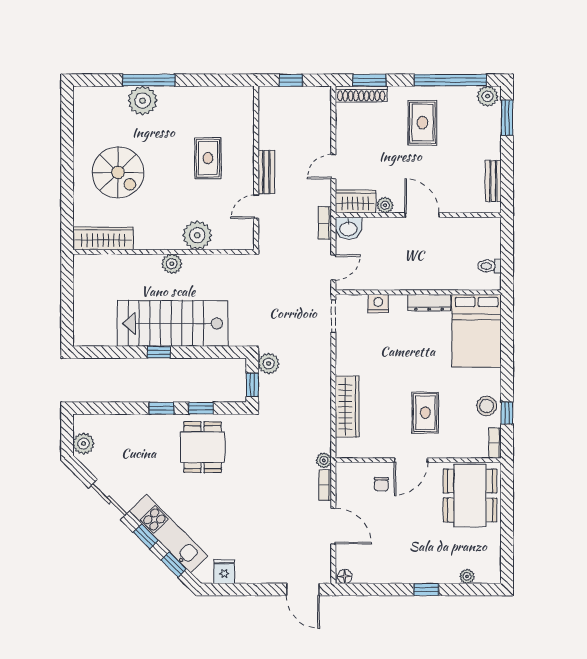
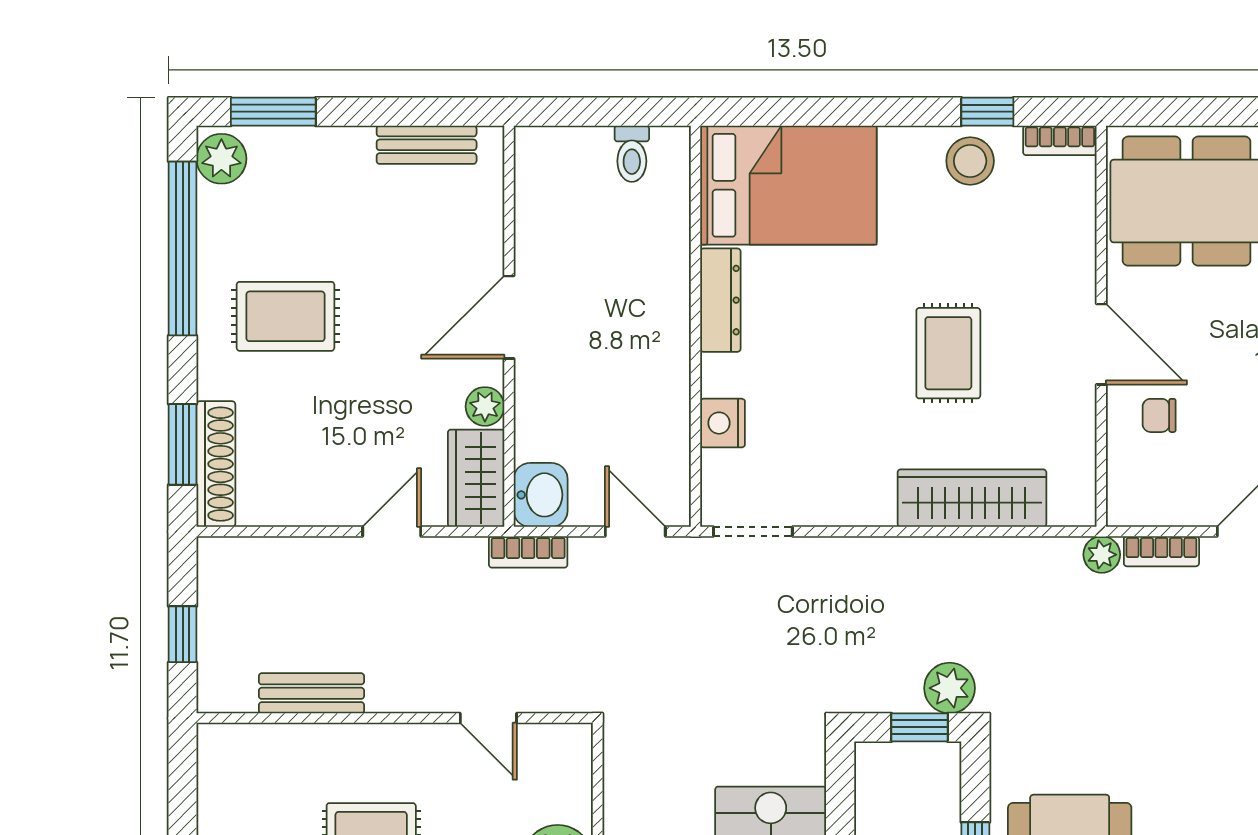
door: (333, 167) -> (392, 532), swing flipped
bench: (266, 172) -> (311, 693), moved
plant: (269, 364) -> (950, 688), moved
rug: (425, 413) -> (948, 353), moved, turned 90
chair: (381, 484) -> (1159, 415), turned 180

